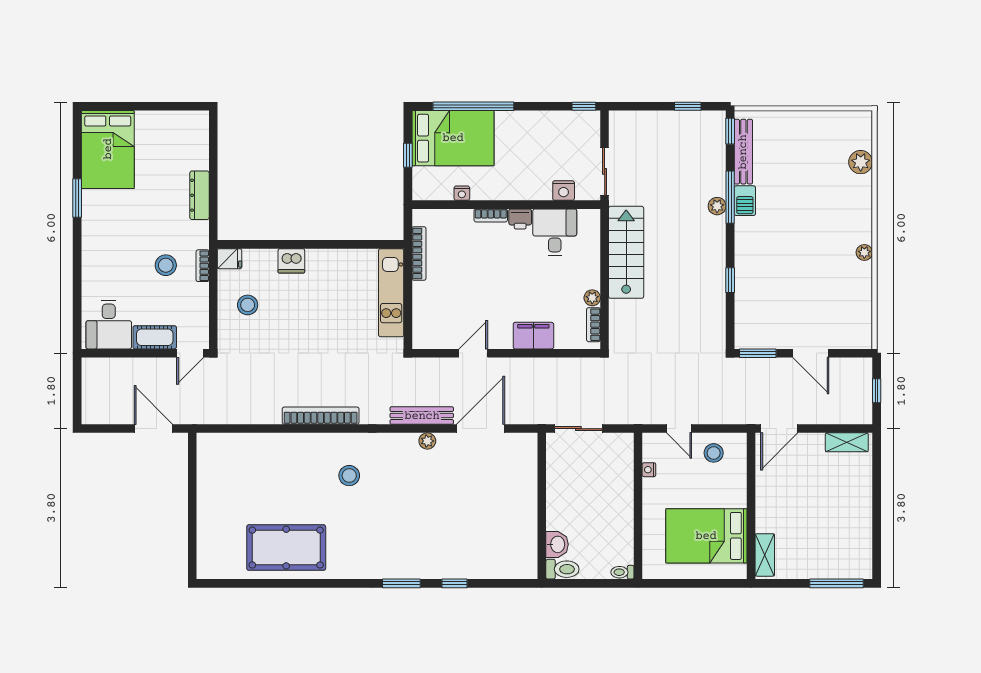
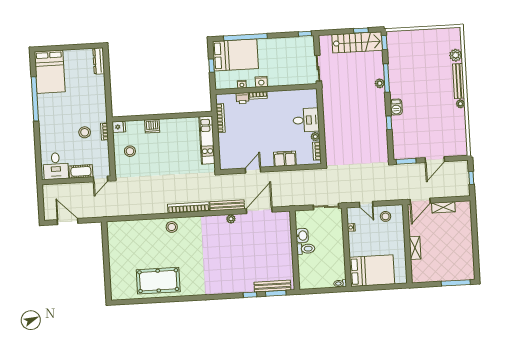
bench: (743, 152) -> (459, 81), moved
nightstand: (564, 191) -> (261, 82), moved
dresser: (199, 195) -> (99, 61), moved
window: (77, 198) -> (35, 99), width x2.11
barbecue: (745, 201) -> (396, 107), moved
printer: (520, 219) -> (242, 98), moved
desk: (555, 232) -> (306, 120), moved, turned 90
stairs: (626, 252) -> (357, 42), moved, turned 90
door: (811, 353) -> (435, 160), hinge flipped
bookcase: (321, 416) -> (189, 208), moved
door: (153, 429) -> (68, 222), moved
sliding door: (578, 429) -> (326, 207), moved
shelving: (847, 442) -> (443, 207), moved
stool: (349, 476) -> (172, 227), moved
bed: (706, 536) -> (372, 271), moved, turned 180
washbasin: (557, 544) -> (302, 236), moved
shelving: (765, 555) -> (415, 248), moved
toilet: (562, 569) -> (306, 249), moved
bench: (497, 570) -> (272, 286), added
window: (401, 583) -> (276, 293), moved

